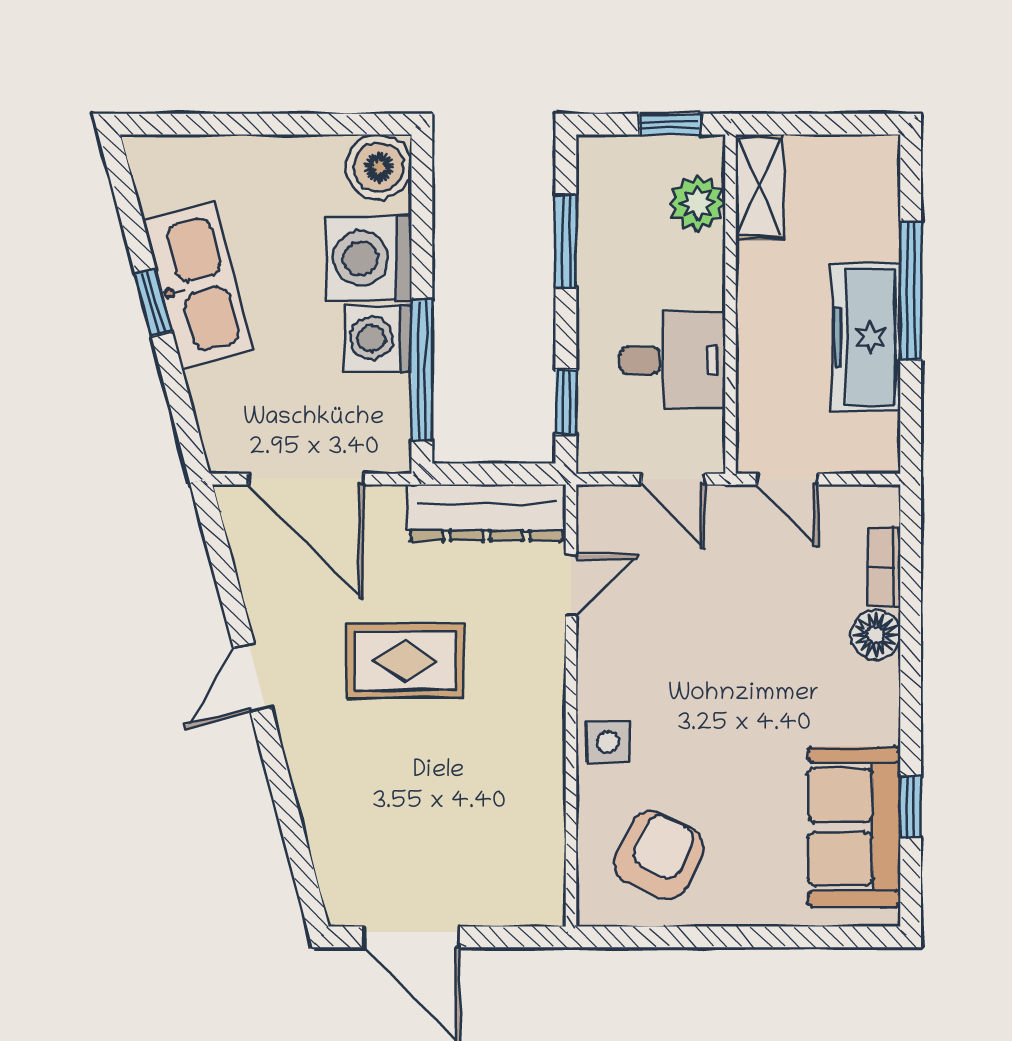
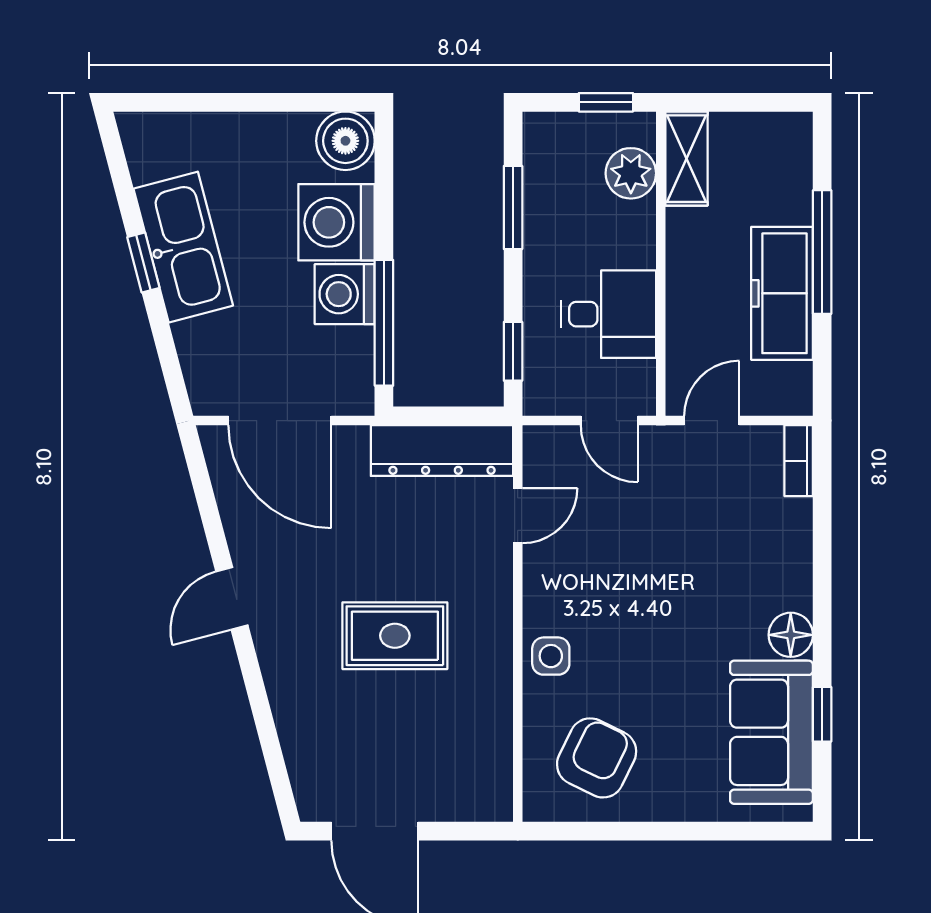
door: (788, 479) -> (712, 421), swing flipped
bookcase: (884, 566) -> (799, 461), moved
floor lamp: (876, 635) -> (791, 635), moved
rug: (405, 661) -> (395, 636), moved

